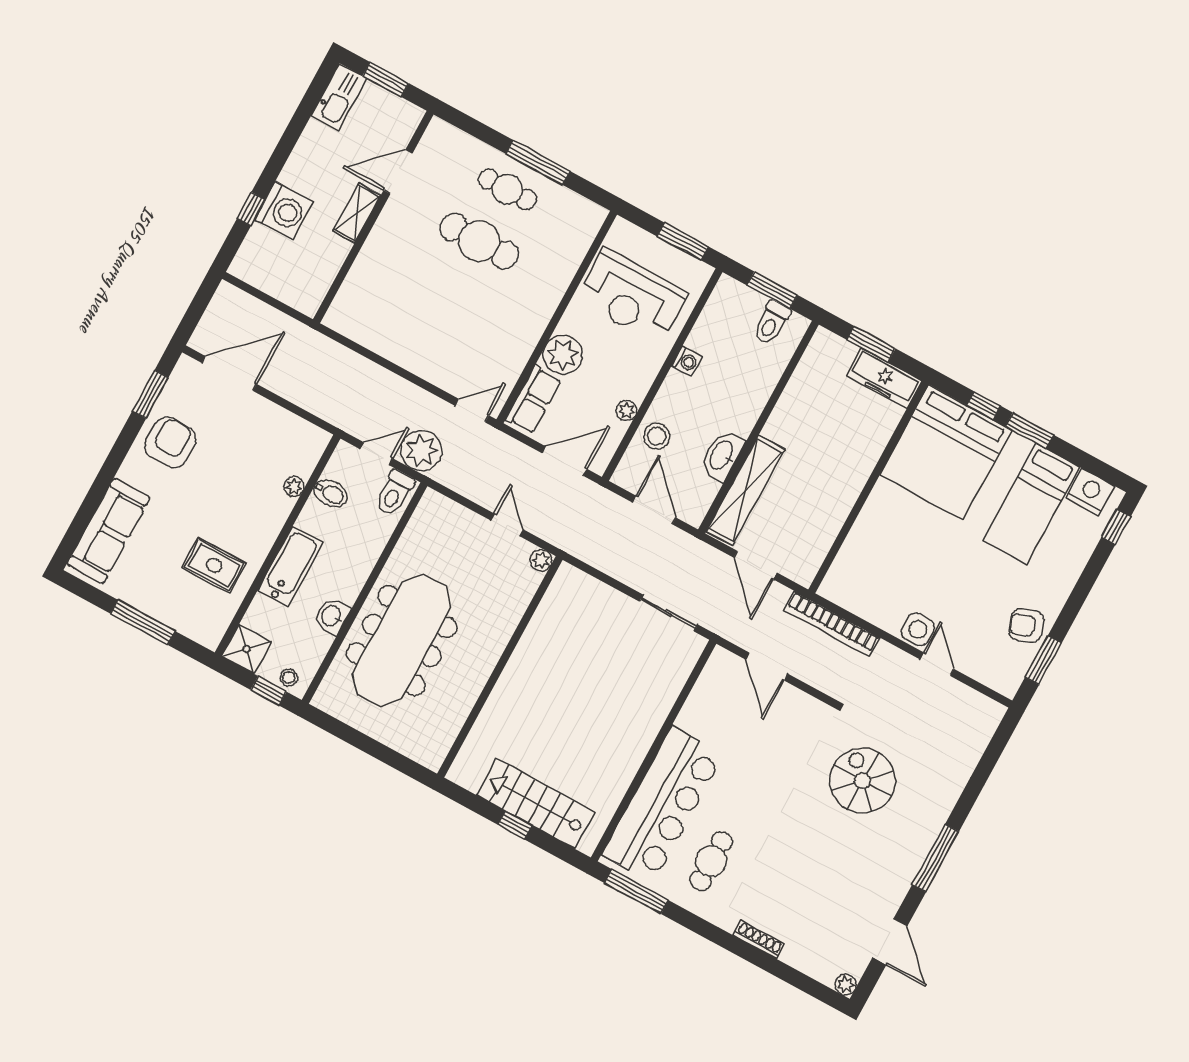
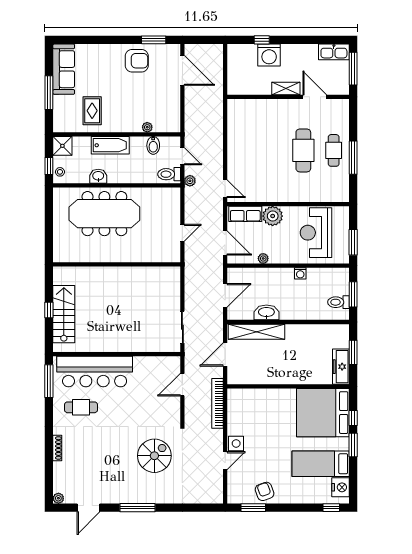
window: (386, 79) -> (353, 69), width x1.44
stool: (657, 436) -> (259, 278), removed
plant: (421, 451) -> (190, 181), width x0.53, depth x0.53
sofa: (109, 531) -> (64, 69), moved, turned -90
plant: (541, 560) -> (175, 257), removed

